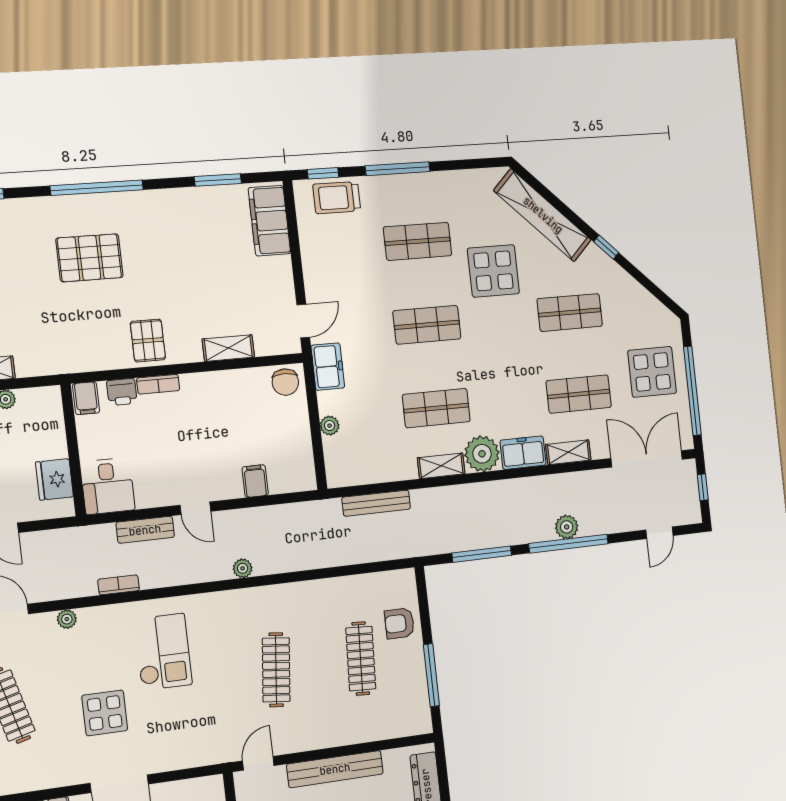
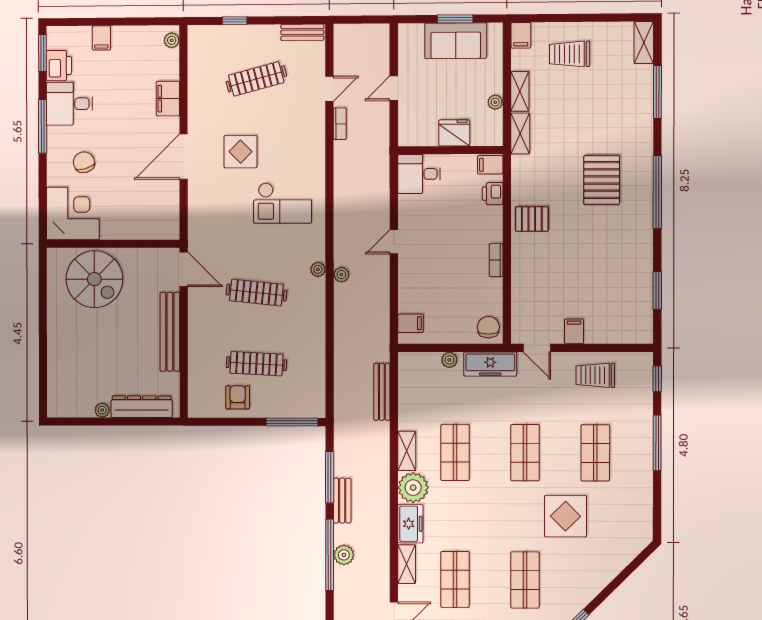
trolley: (337, 198) -> (595, 375), moved, turned -90
shelving: (543, 215) -> (609, 566), removed
filing cabinet: (269, 221) -> (574, 331), moved, width x0.33, depth x0.86
shelving: (228, 348) -> (520, 134), moved
freezer: (328, 367) -> (490, 364), width x1.40
chair: (285, 382) -> (488, 327), turned 90
bookcase: (158, 384) -> (496, 260), moved
fridge: (54, 479) -> (454, 133), moved
filing cabinet: (255, 481) -> (410, 323), moved
bench: (145, 530) -> (342, 501), moved
bookcase: (119, 585) -> (340, 124), moved
plant: (67, 619) -> (318, 269), moved
armchair: (399, 623) -> (238, 397), moved
window: (431, 675) -> (292, 422), moved
door: (258, 763) -> (184, 269), width x1.38

